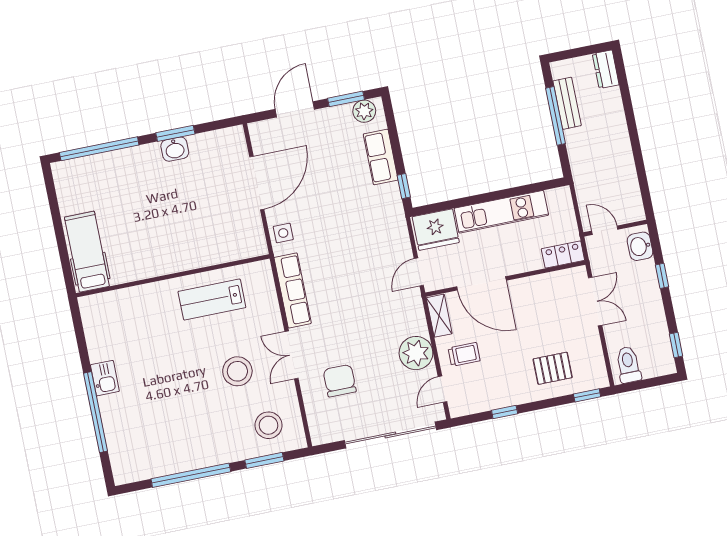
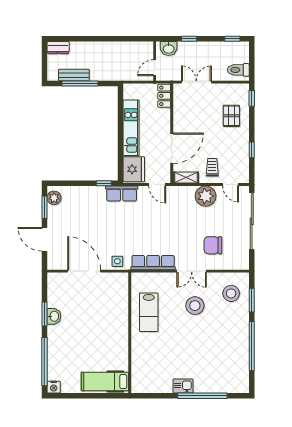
row of seats: (381, 157) -> (122, 193), moved
nightstand: (61, 172) -> (54, 387), added

